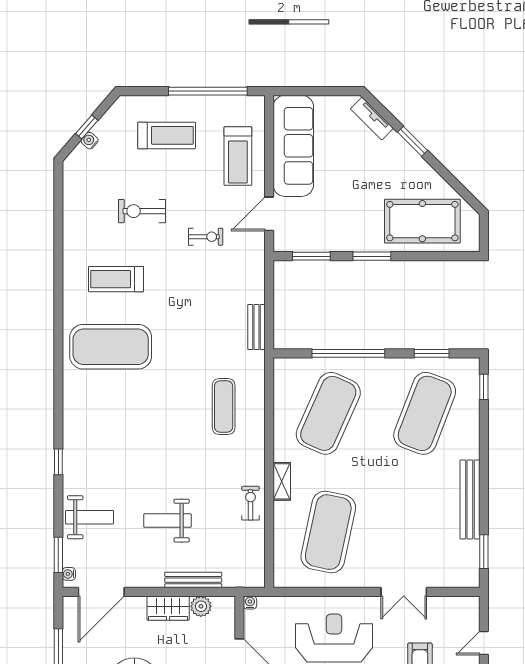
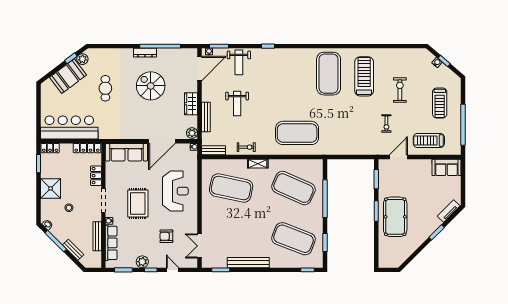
sofa: (293, 146) -> (446, 167), width x0.54, depth x0.79
door: (269, 214) -> (398, 157), hinge flipped
pool table: (422, 221) -> (395, 217), moved
treadmill: (116, 279) -> (364, 76), width x1.37, depth x1.38
bench: (256, 327) -> (214, 150), moved
exercise mat: (224, 406) -> (297, 133), width x2.00, depth x1.45
weight bench: (167, 521) -> (237, 103), turned 180
door: (101, 592) -> (200, 69), swing flipped
double door: (404, 592) -> (200, 246), moved
plant: (201, 606) -> (192, 133), moved

